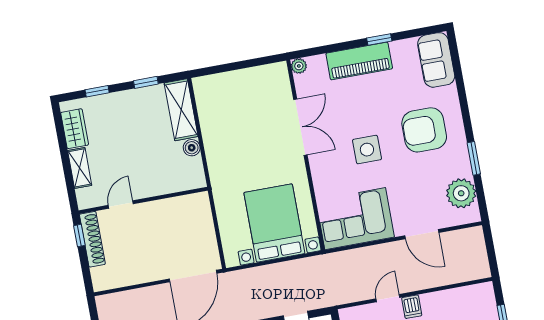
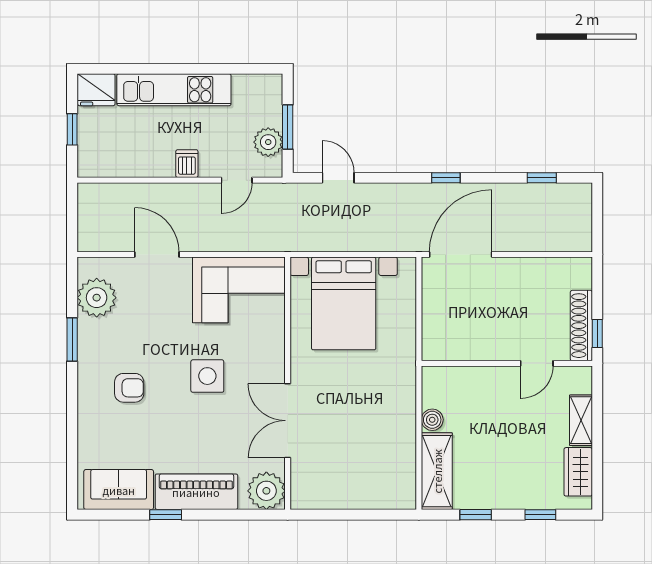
sofa: (436, 60) -> (119, 490), moved, turned -90
plant: (299, 66) -> (266, 491), width x1.87, depth x1.87
armchair: (424, 130) -> (129, 388), width x0.53, depth x0.53
door: (388, 298) -> (237, 180), moved

